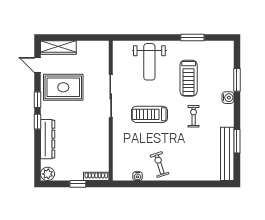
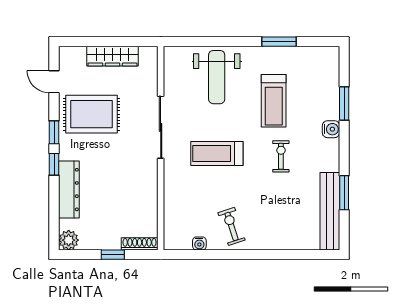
wardrobe: (58, 47) -> (113, 56), moved

